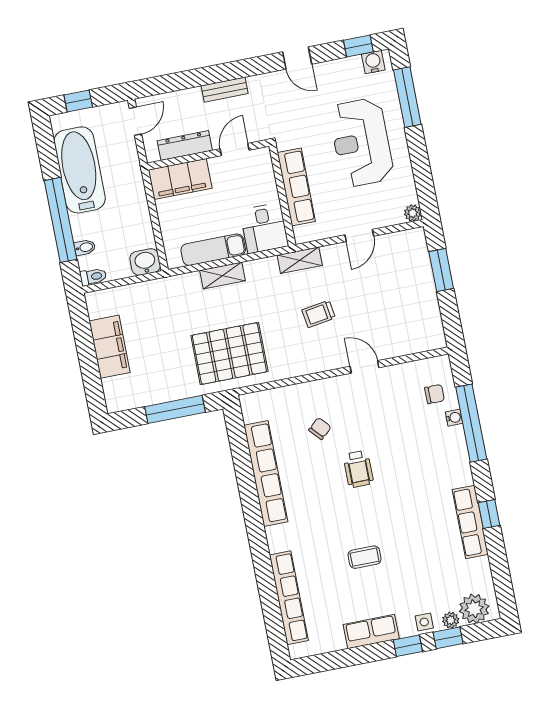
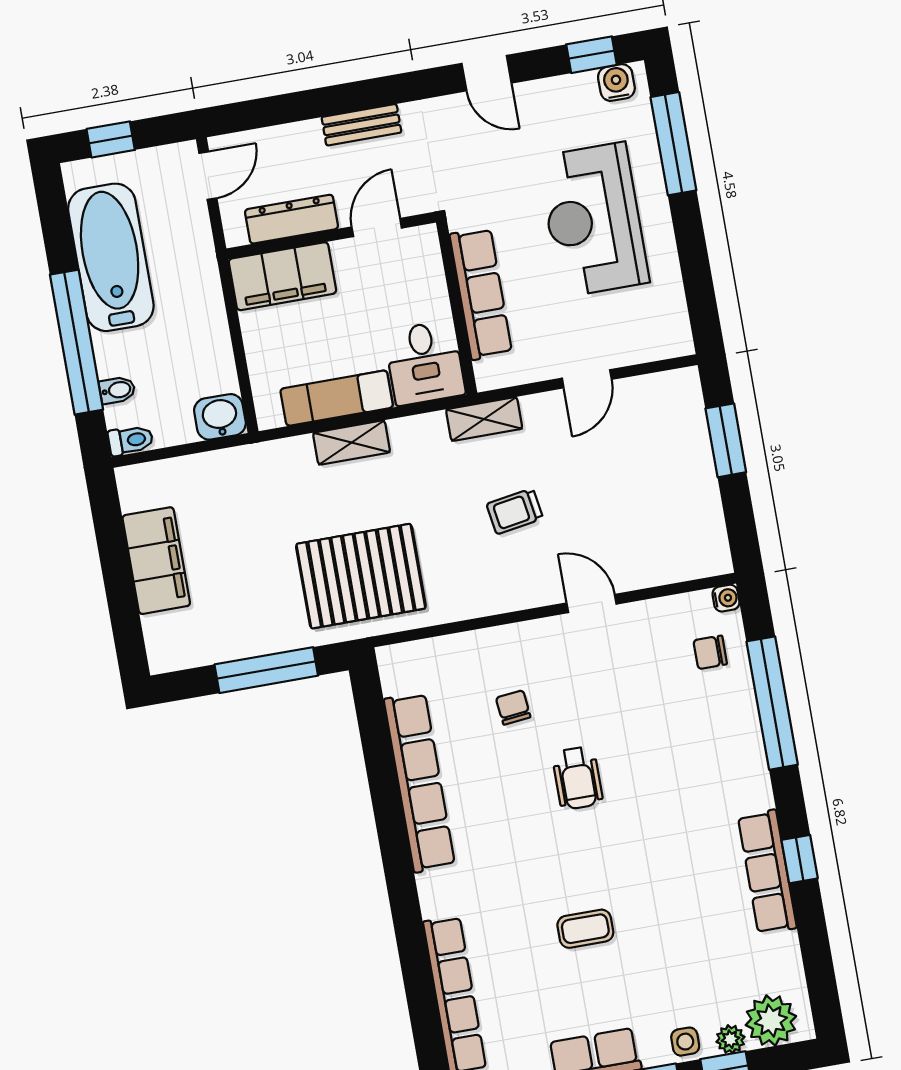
plant: (413, 213) -> (679, 342), removed
chair: (434, 394) -> (710, 652), turned 180
water cooler: (454, 418) -> (726, 598), moved
chair: (320, 429) -> (513, 707), turned -54

